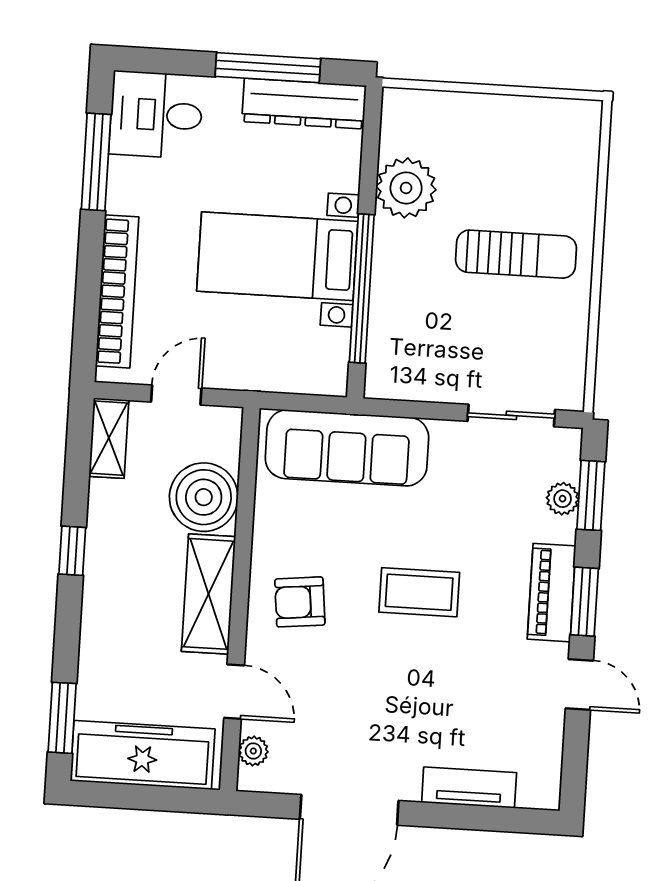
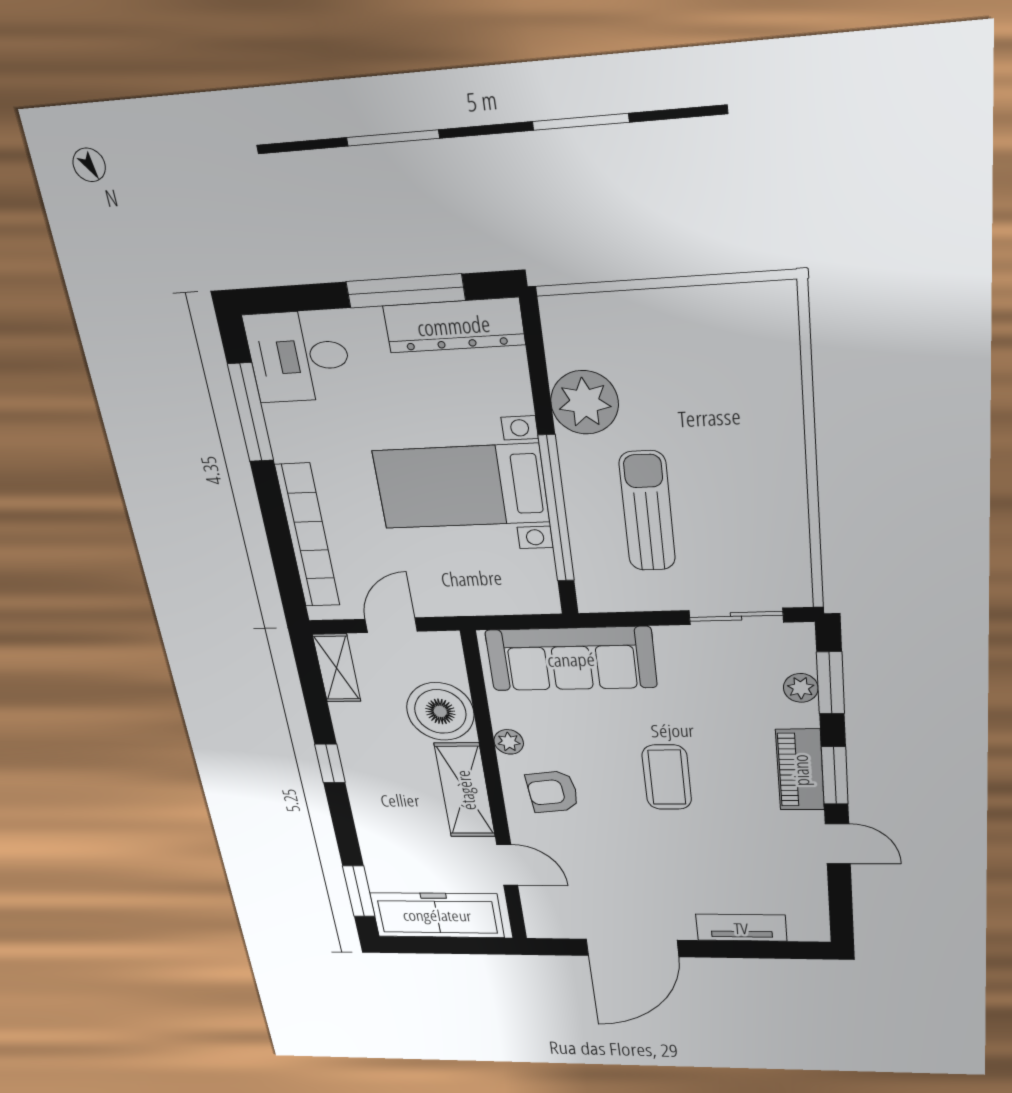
sun lounger: (516, 254) -> (647, 511), moved, turned -90
coffee table: (419, 592) -> (667, 777), turned 90
plant: (253, 751) -> (509, 742), moved

